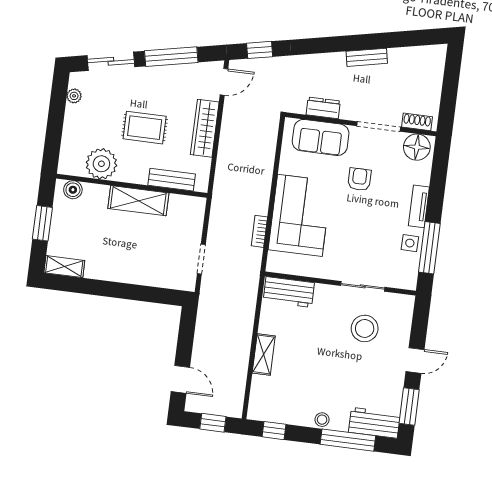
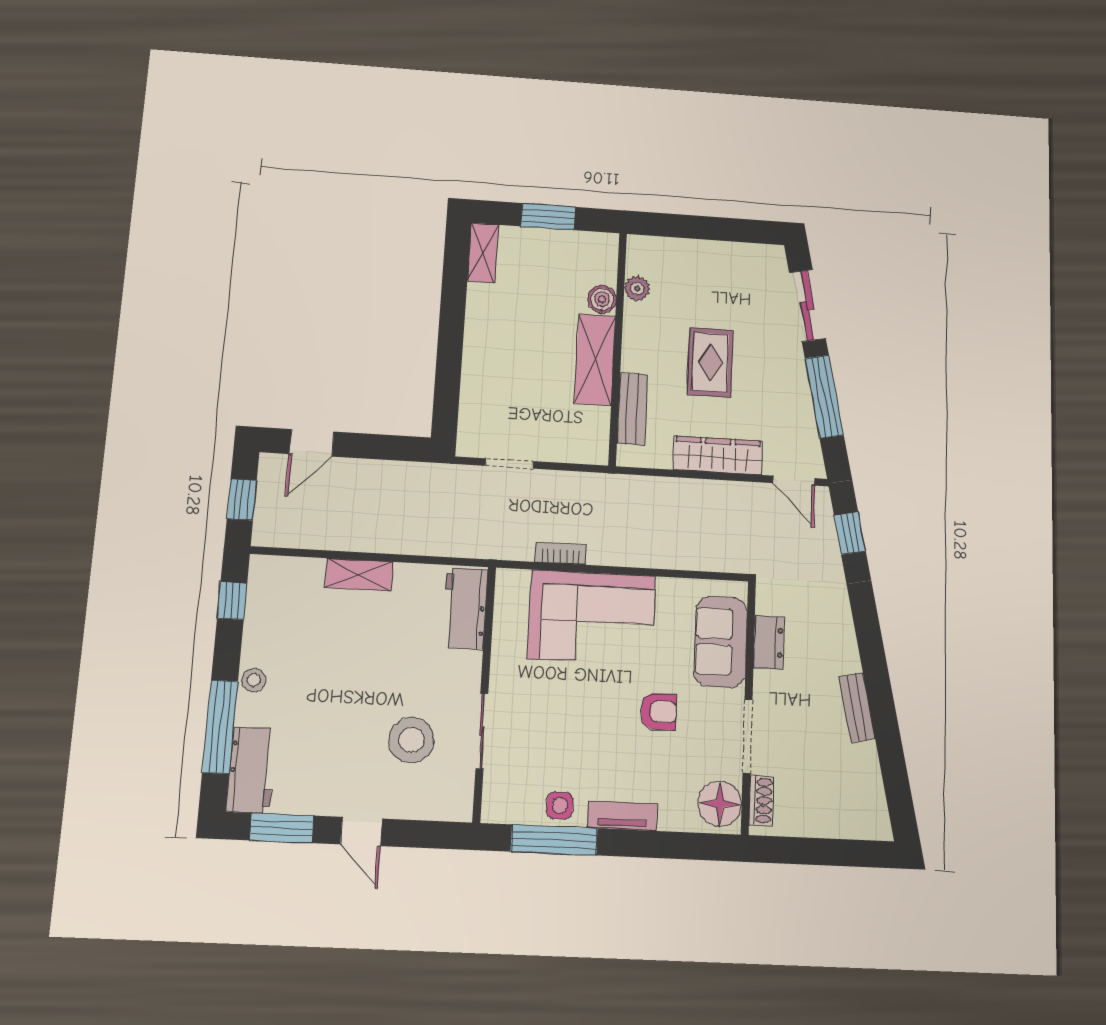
plant: (74, 96) -> (749, 253), removed
plant: (101, 164) -> (637, 288), width x0.53, depth x0.53
boiler: (73, 190) -> (602, 299), moved

